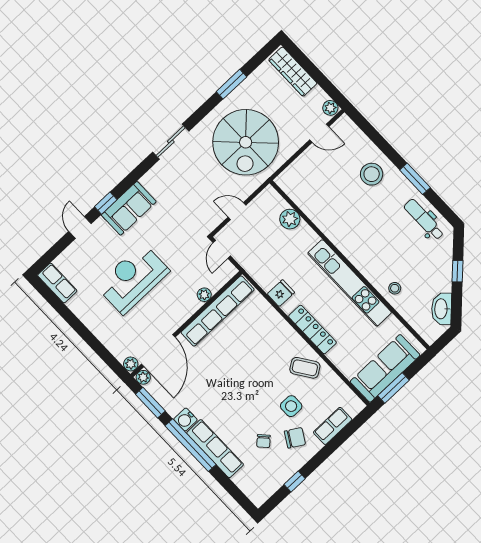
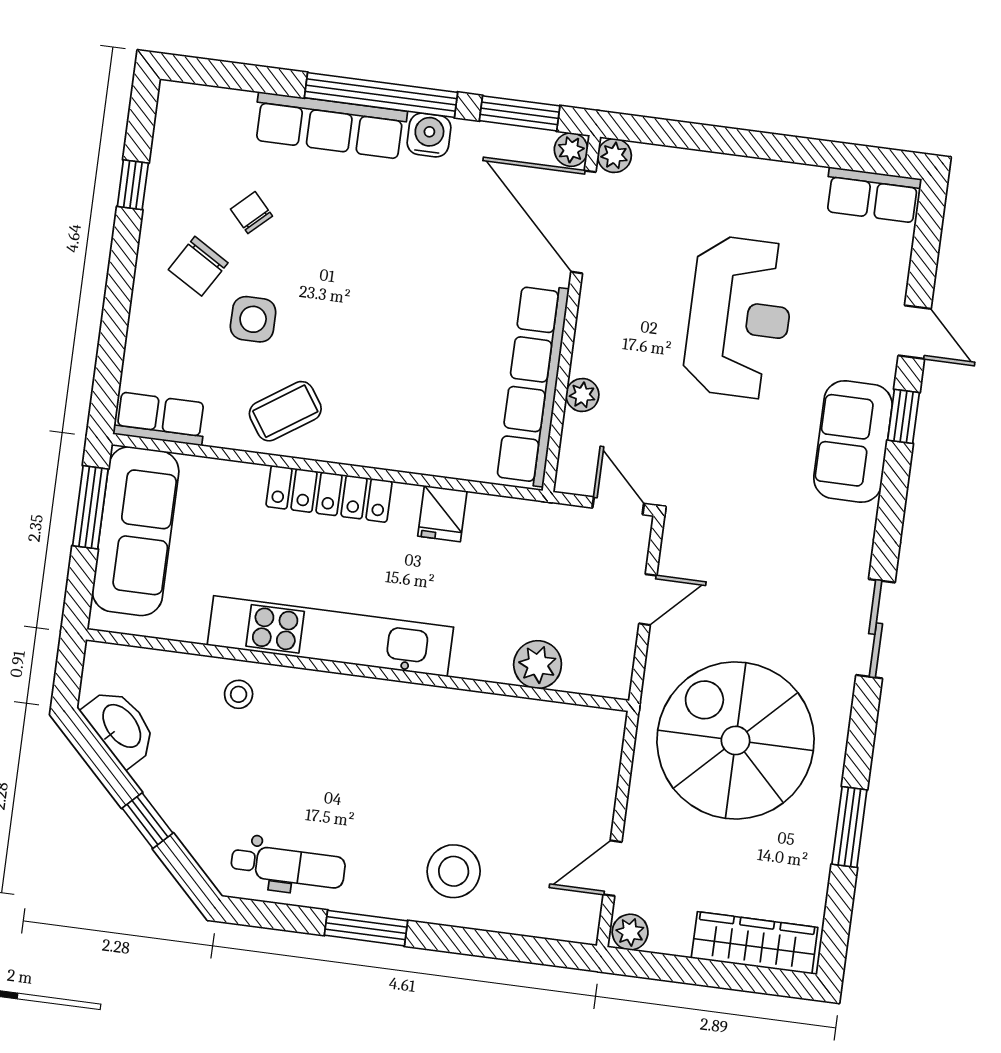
row of seats: (333, 426) -> (160, 419), moved, turned -90

